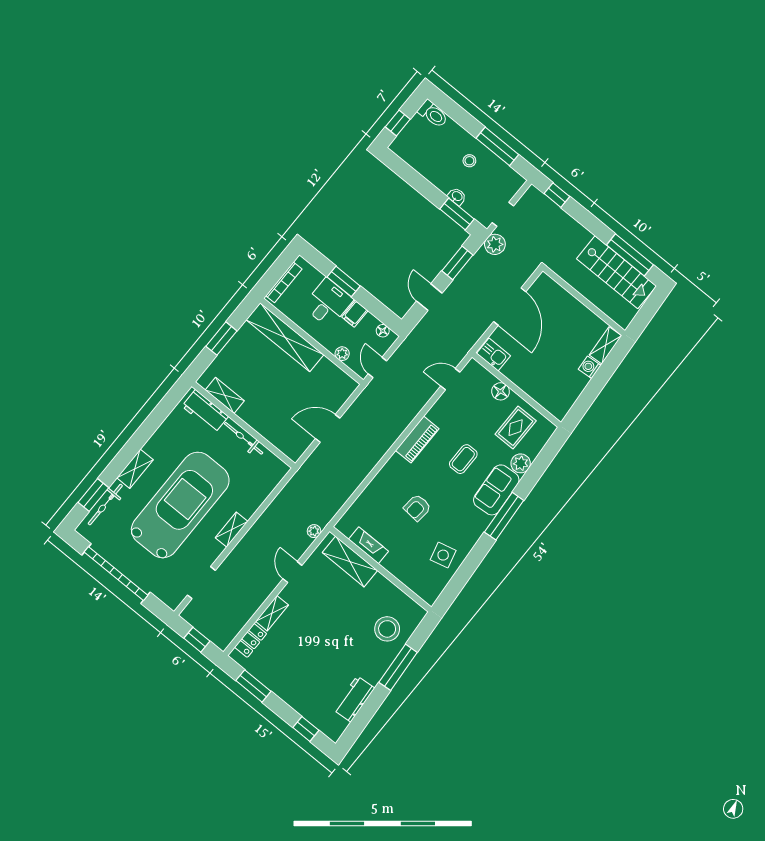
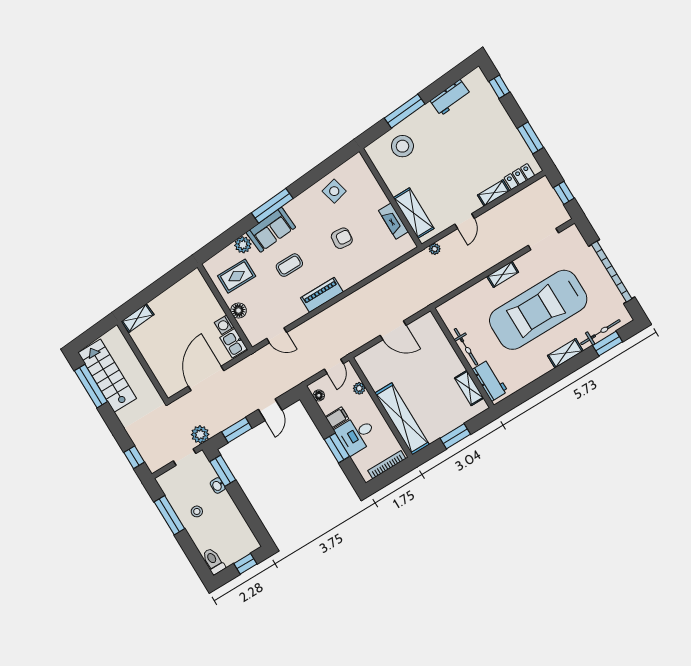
washing machine: (590, 367) -> (224, 325), moved, turned 94

